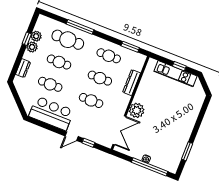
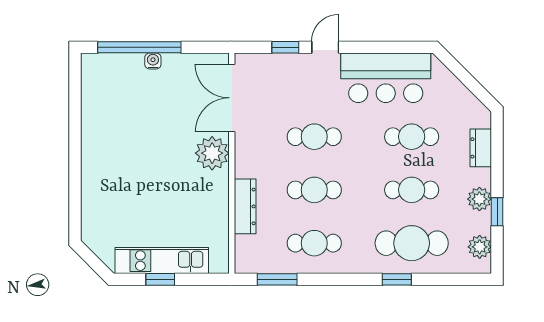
window: (80, 27) -> (397, 279), width x0.46
plant: (36, 36) -> (480, 247), moved
window: (187, 151) -> (75, 110), removed

